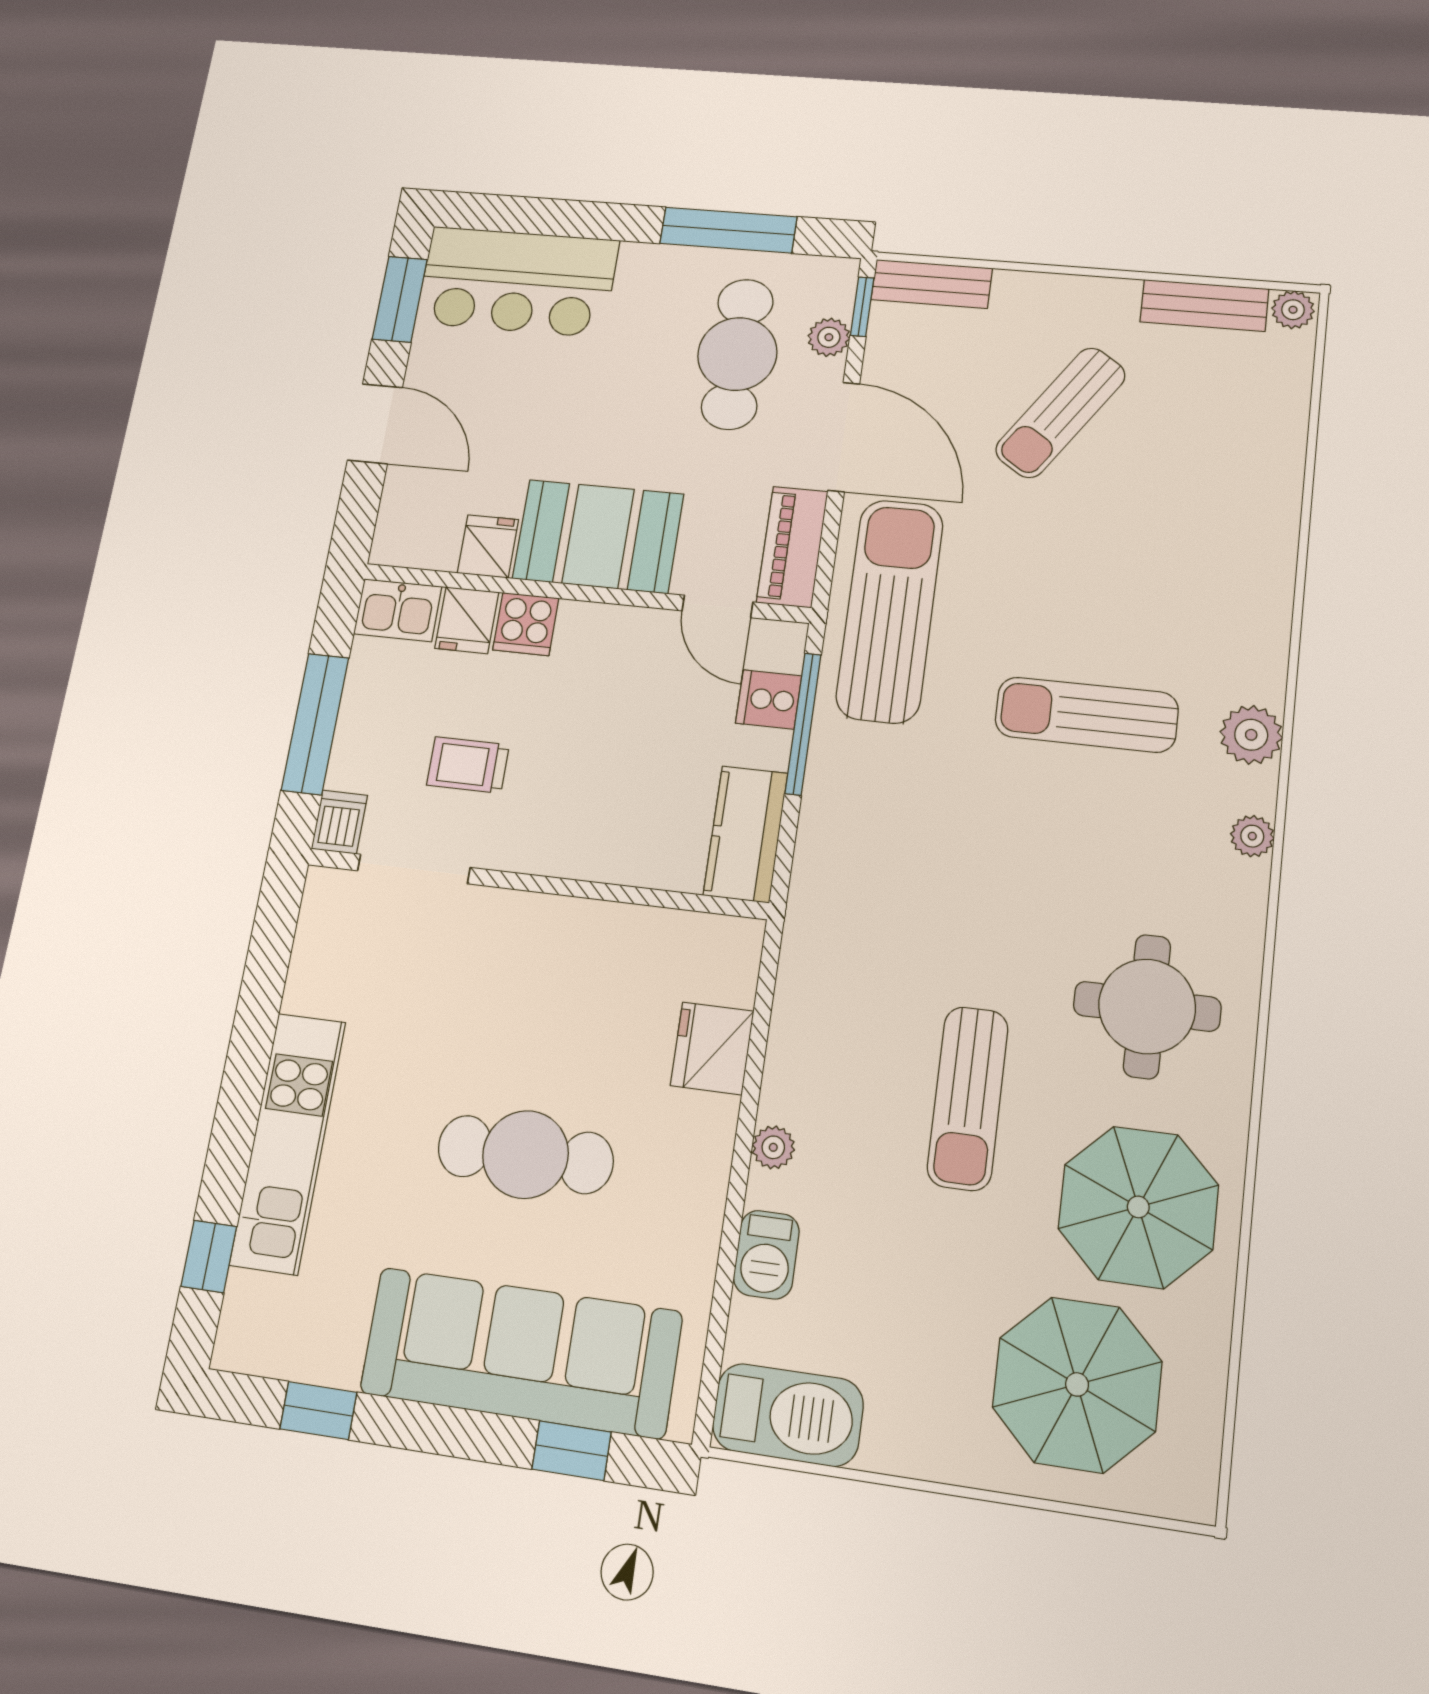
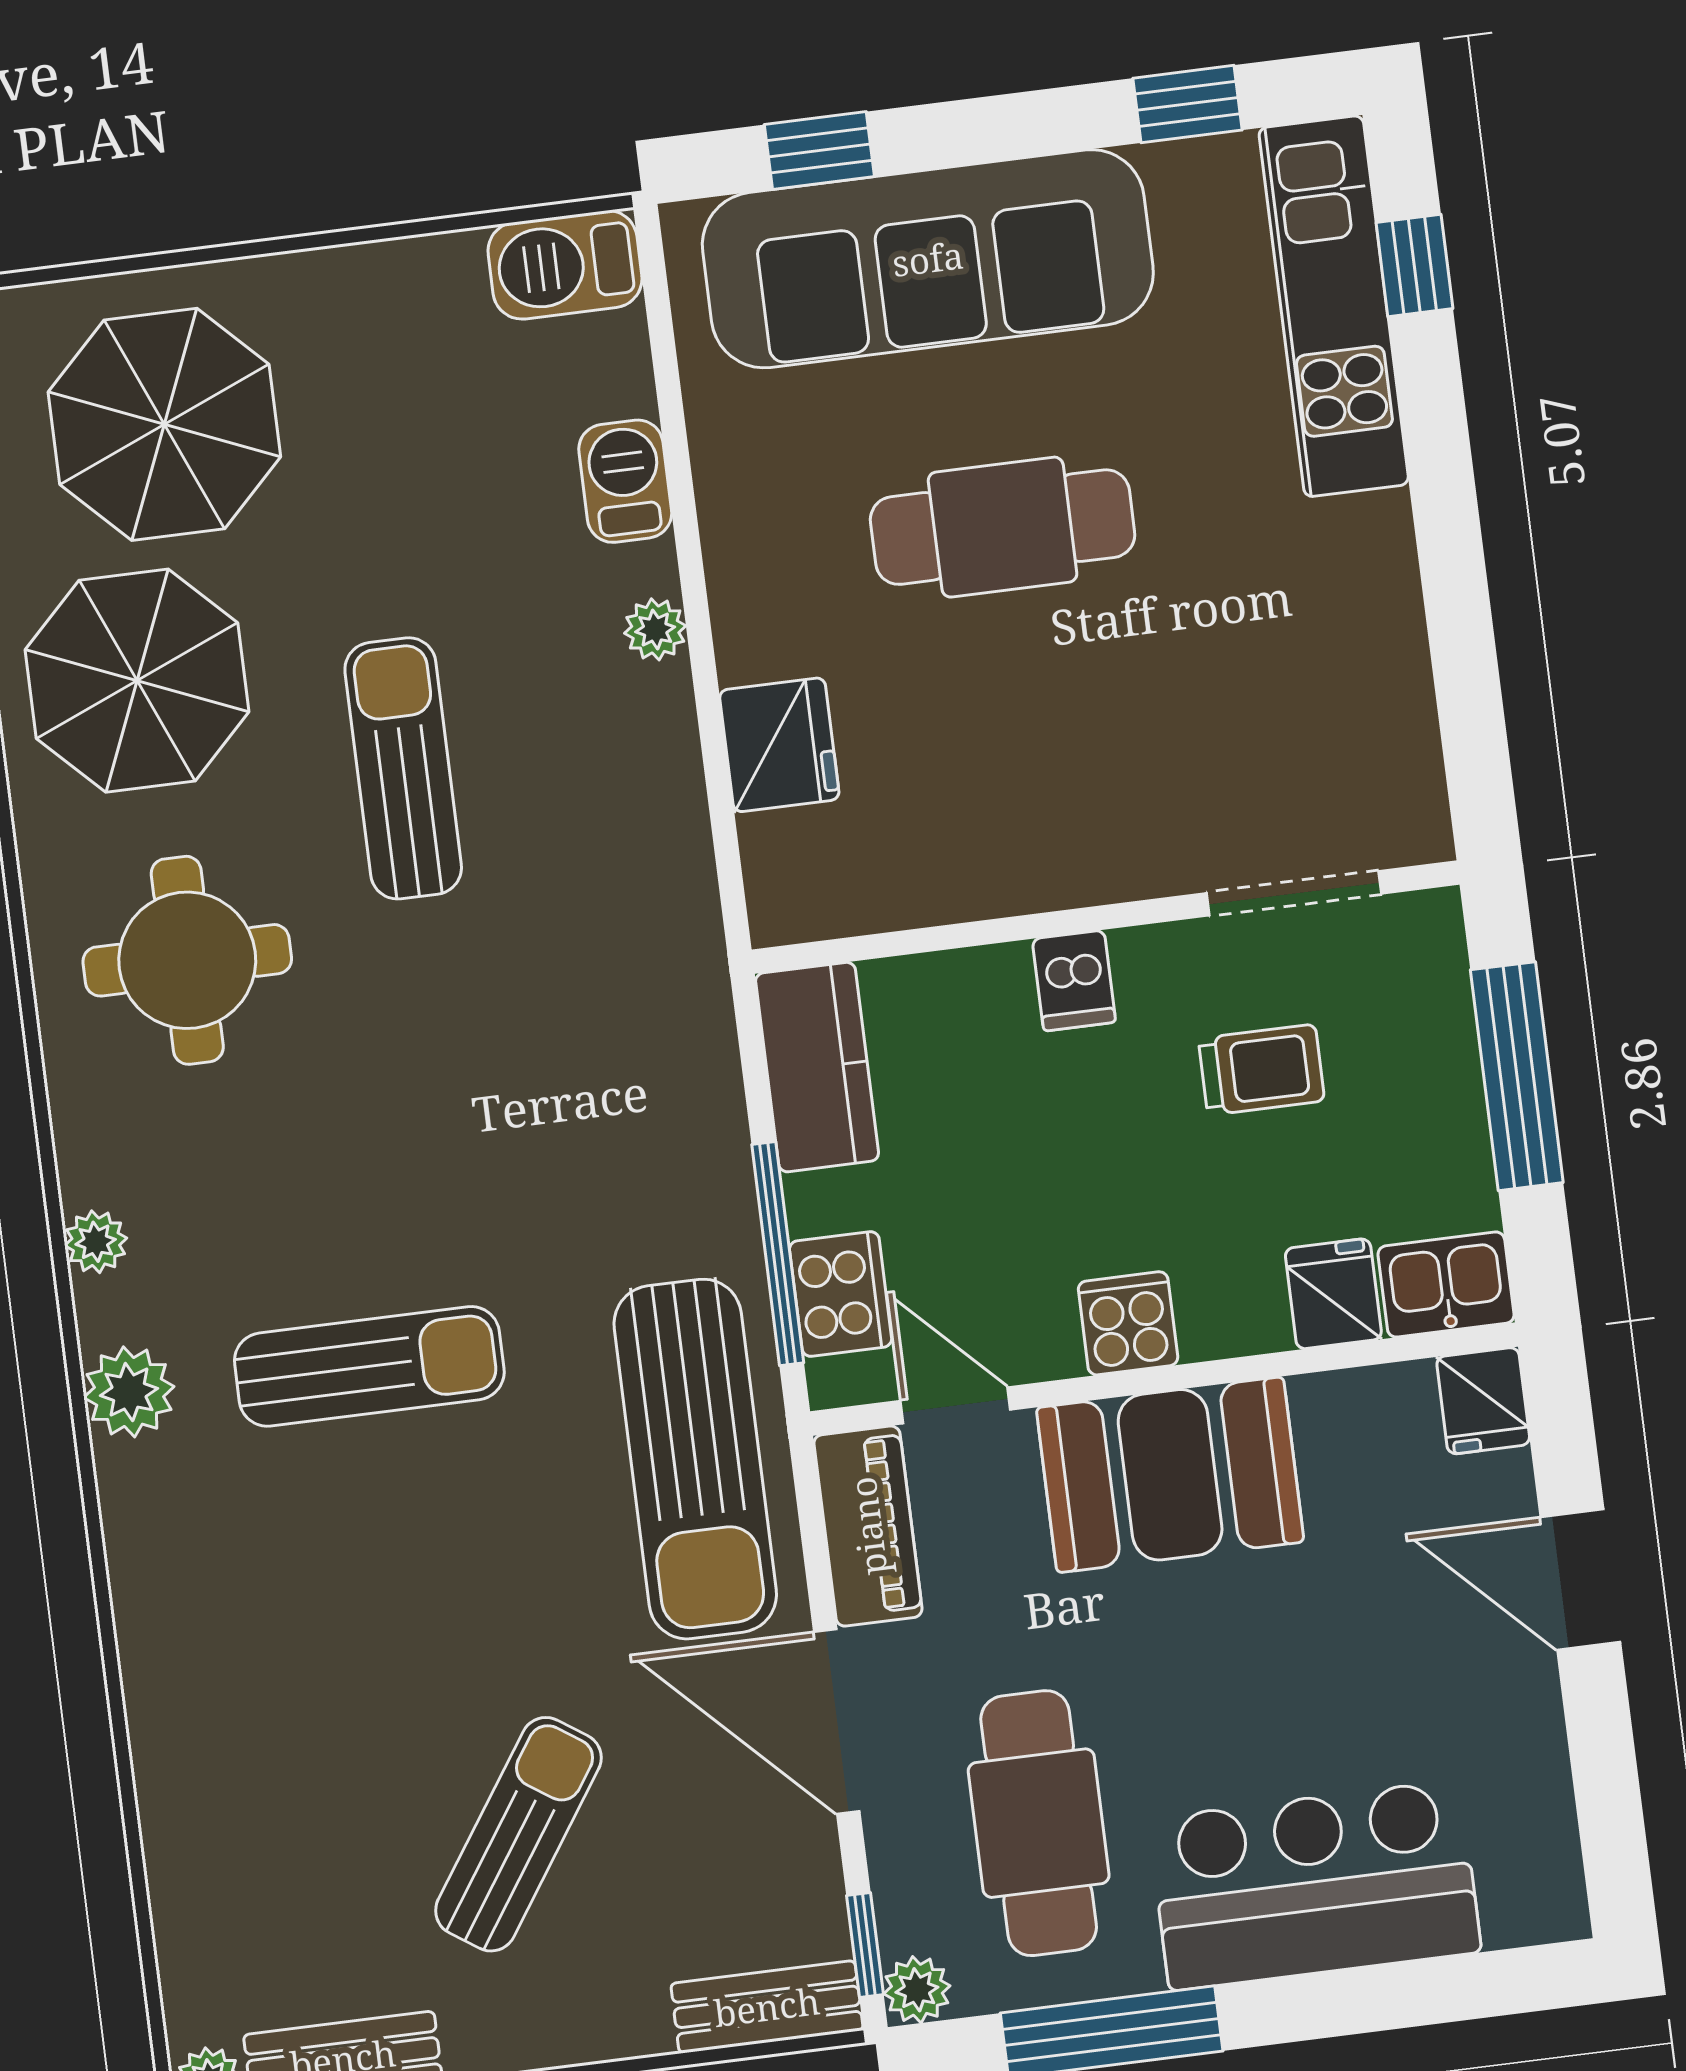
bar counter: (517, 282) -> (1315, 1885), moved
window: (400, 299) -> (1608, 1800), removed
plant: (829, 337) -> (917, 1990), moved
fridge: (488, 546) -> (1483, 1401), moved
cooker: (526, 624) -> (1128, 1323), moved
cooker: (769, 700) -> (841, 1294), width x1.36
dishwasher: (339, 822) -> (1074, 980), moved
kitchen unit: (288, 1143) -> (1334, 306), moved
barbecue: (788, 1415) -> (565, 265), width x0.73, depth x0.83

